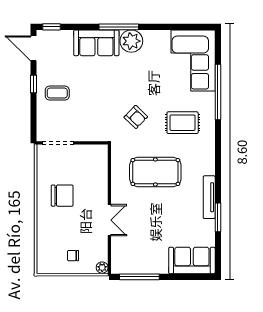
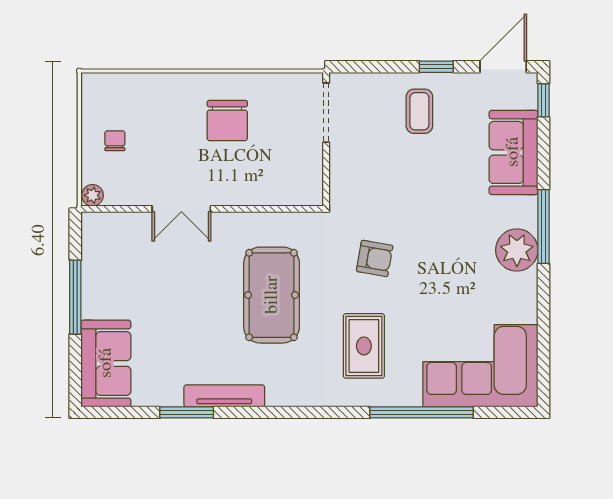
sofa: (96, 43) -> (513, 152), moved
armchair: (136, 117) -> (375, 258), turned -124
window: (139, 277) -> (75, 297), moved

